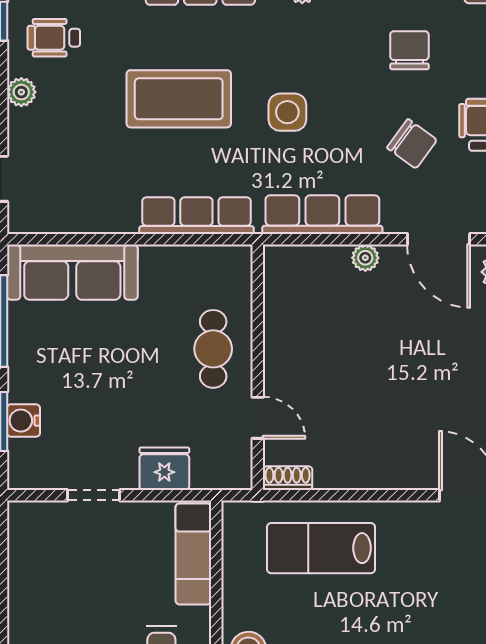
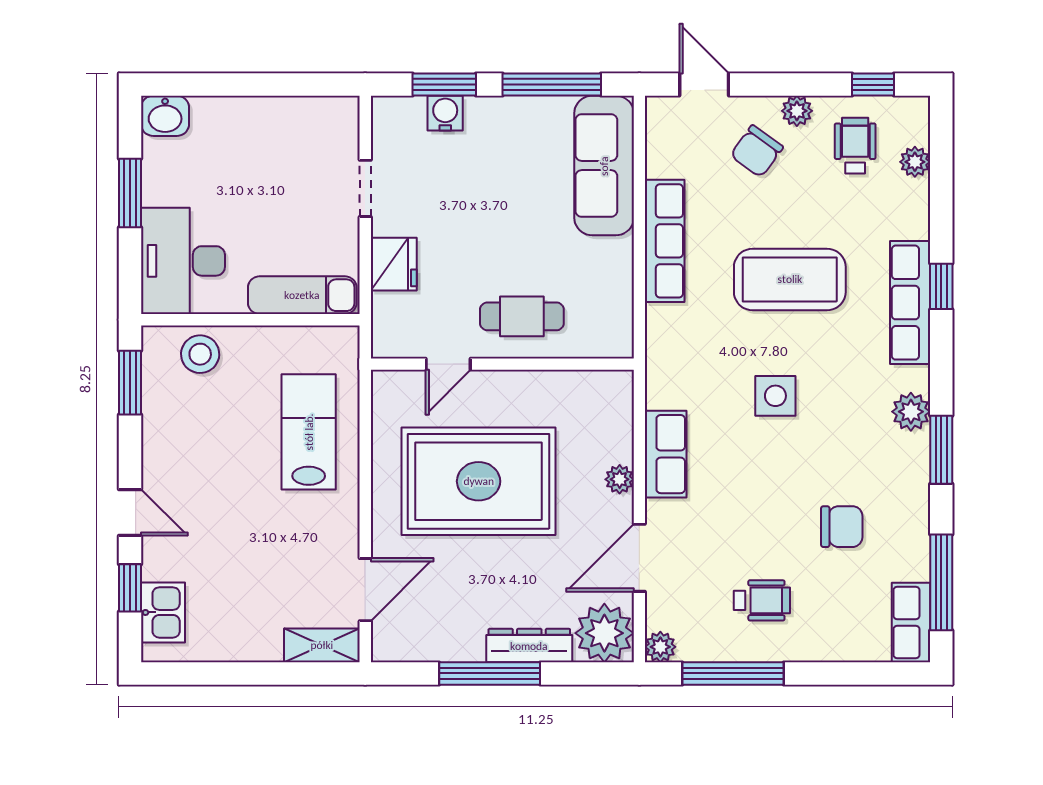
coffee table: (179, 99) -> (790, 279), turned 90
chair: (412, 144) -> (757, 151), moved
row of seats: (322, 215) -> (666, 454), width x0.68
row of seats: (196, 216) -> (665, 241), moved
rug: (367, 389) -> (479, 481), added
shoe rack: (288, 478) -> (384, 396), removed

